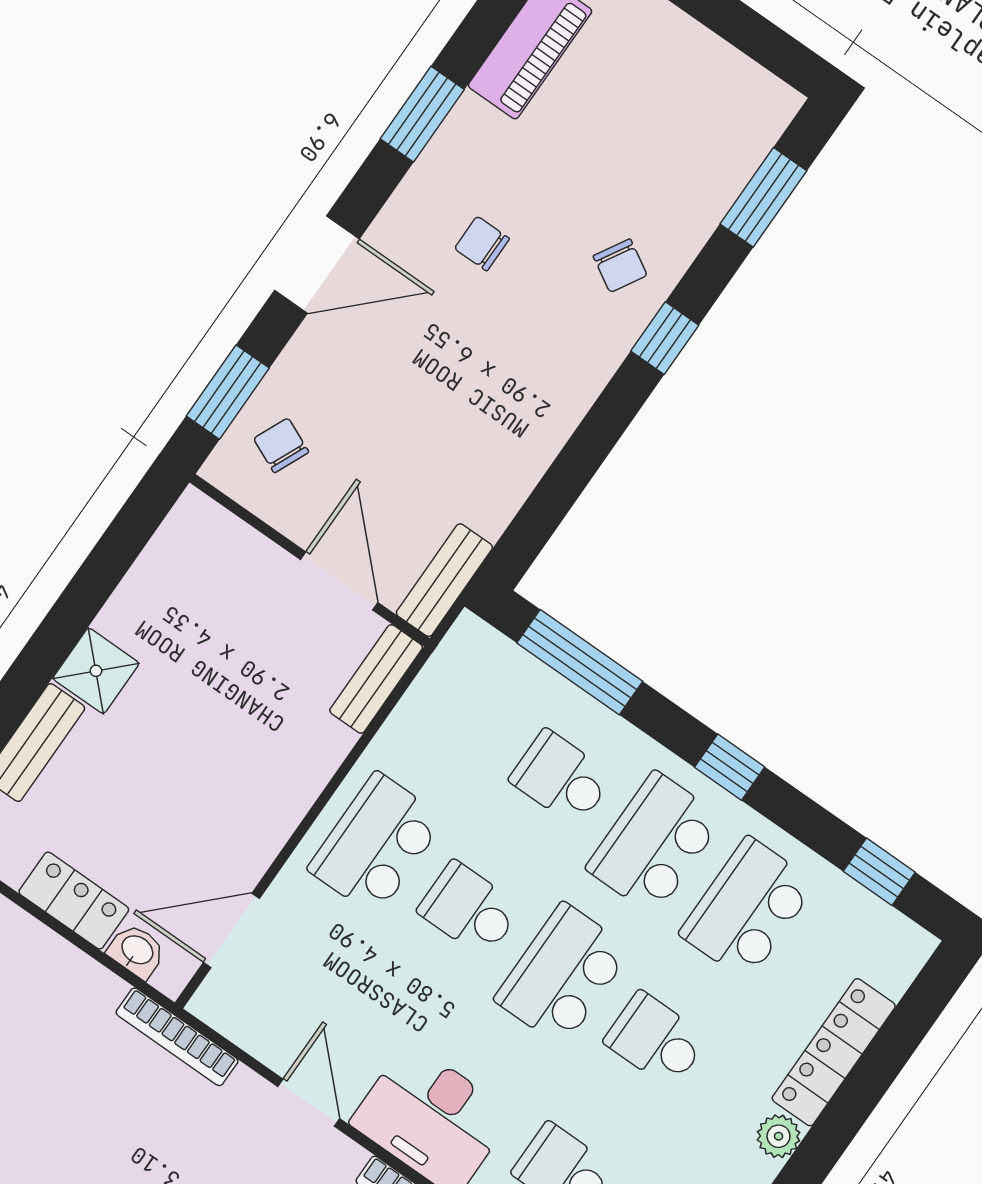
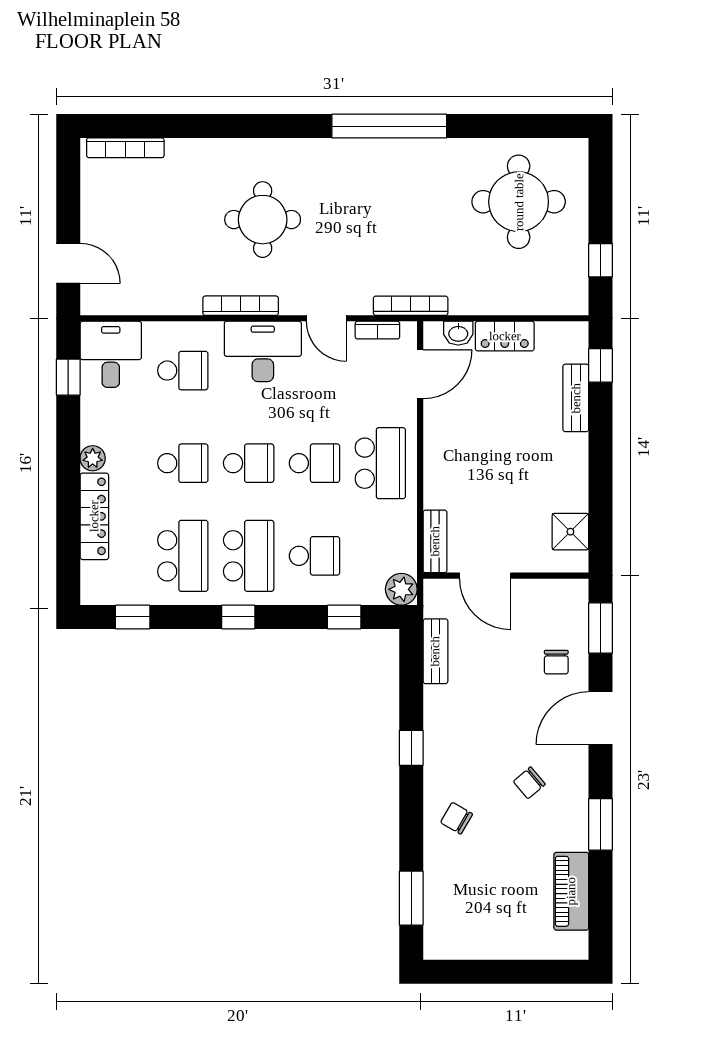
chair: (482, 244) -> (529, 783), turned 140
window: (665, 338) -> (411, 748), moved
chair: (281, 445) -> (556, 662), moved, turned 66
bench: (444, 580) -> (435, 651), moved
plant: (471, 645) -> (401, 589), added
window: (580, 662) -> (344, 617), width x0.46
shower: (96, 671) -> (570, 532), moved
school desk: (563, 975) -> (249, 463), width x0.54
bookcase: (248, 1035) -> (377, 330), added

